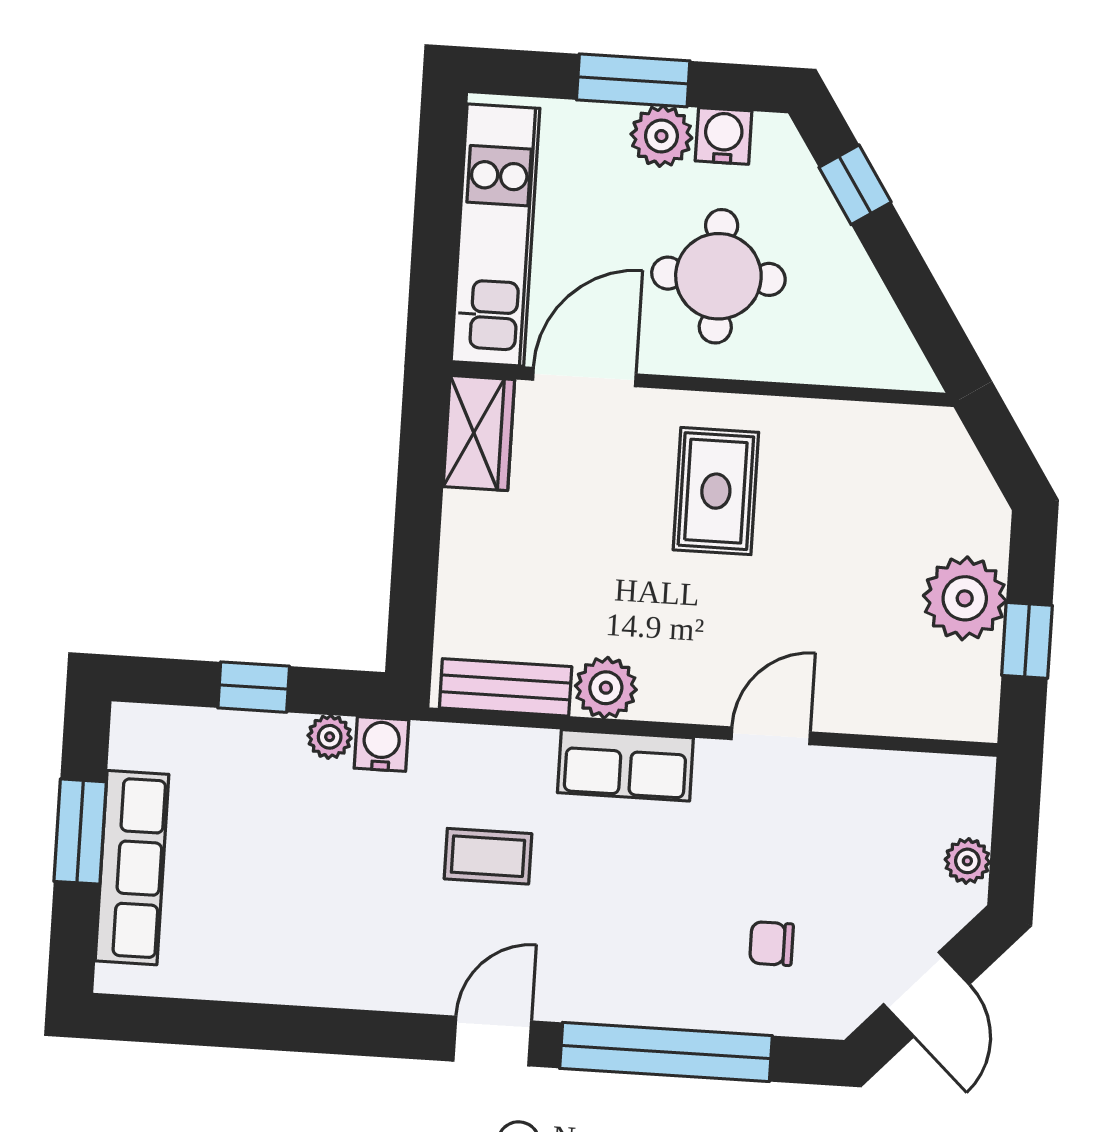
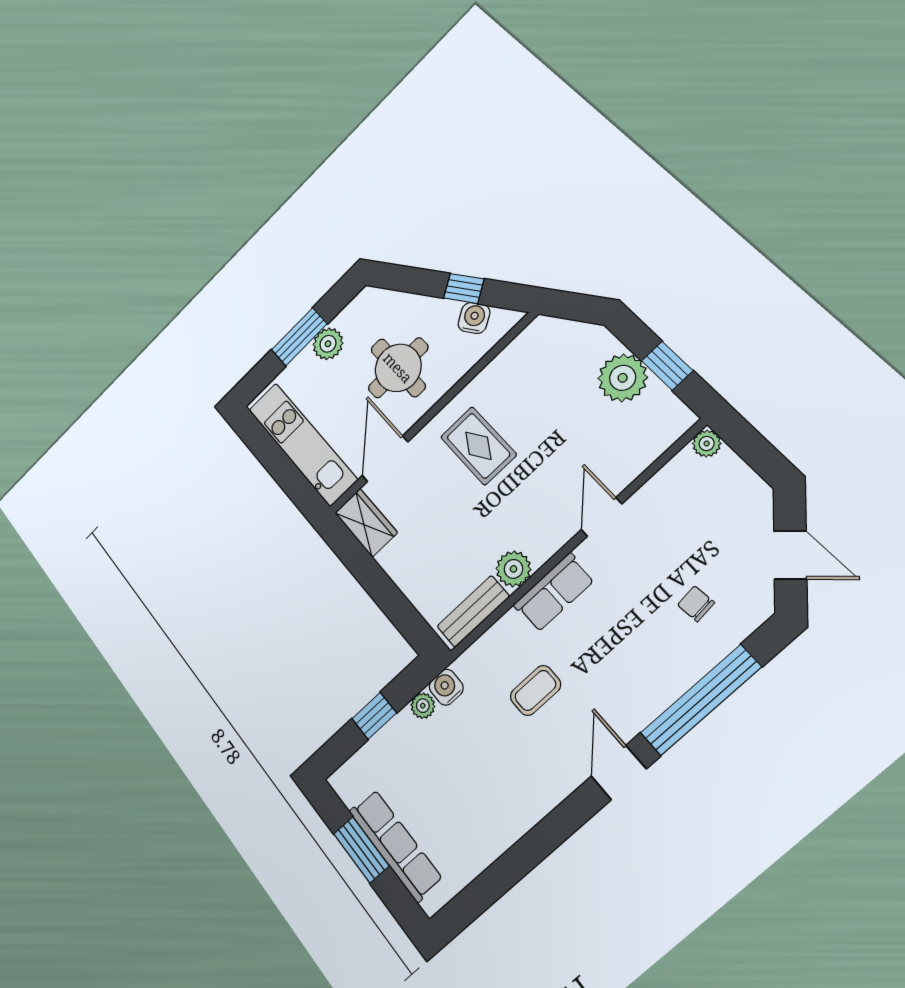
water cooler: (724, 136) -> (474, 318), moved, turned 57
window: (855, 185) -> (464, 289), moved
plant: (967, 861) -> (707, 444), moved
chair: (771, 944) -> (696, 604), turned 84

